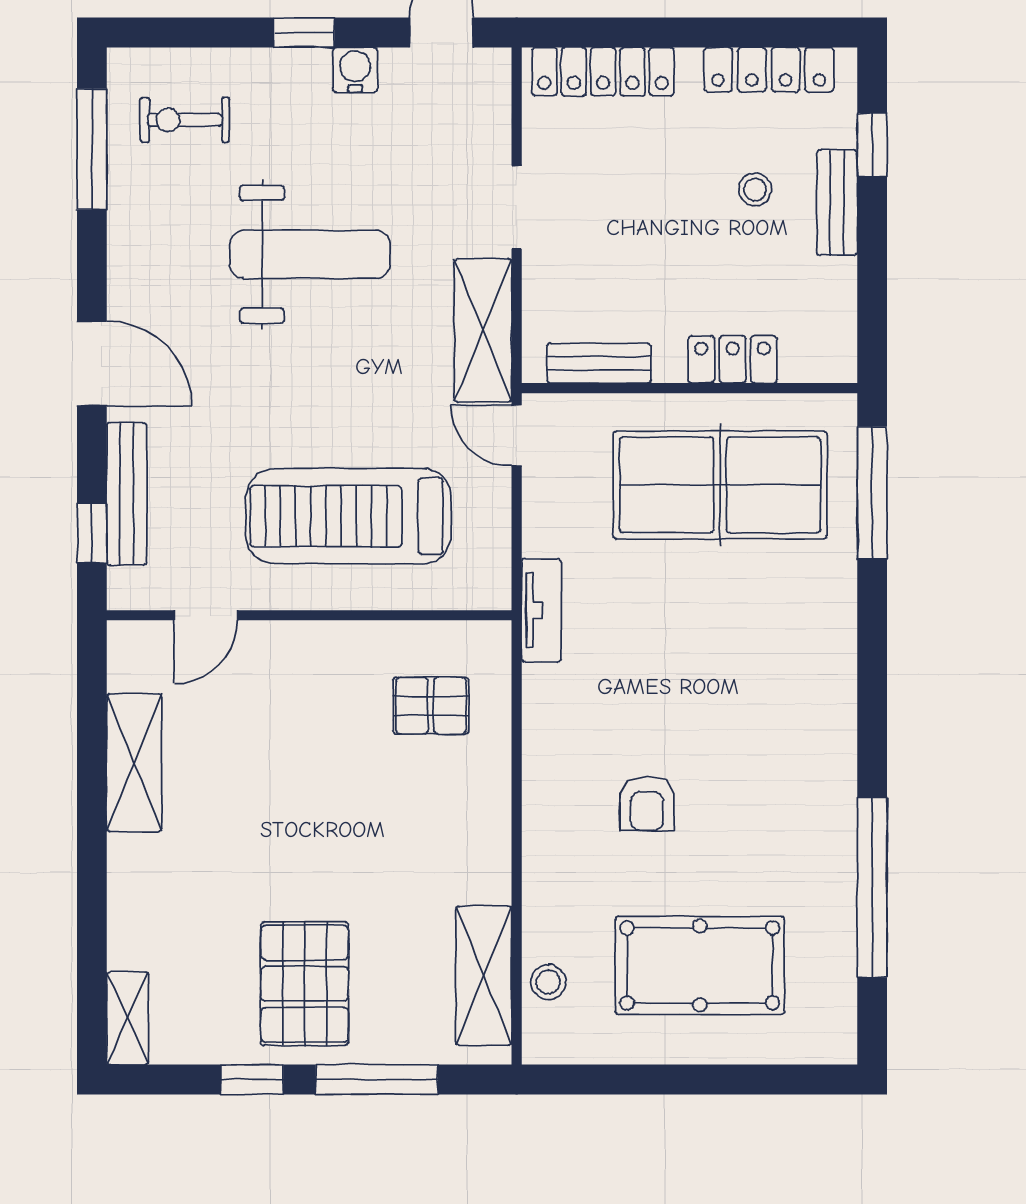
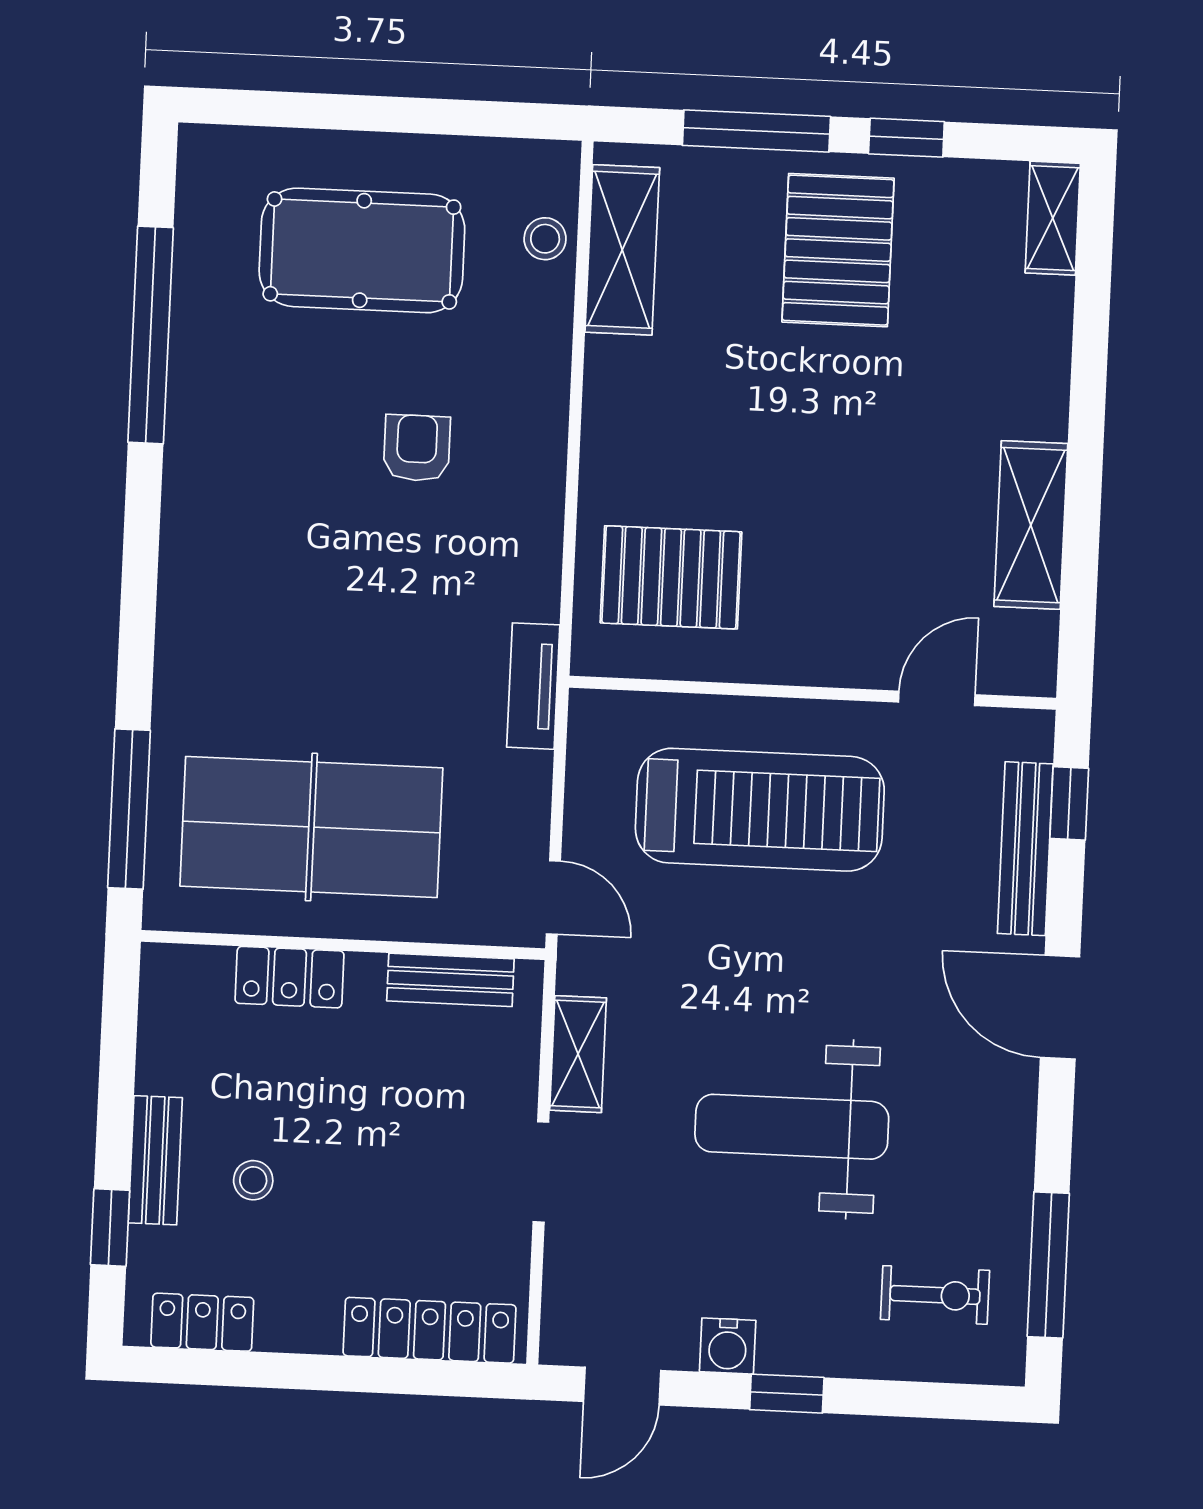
locker: (769, 70) -> (202, 1322), width x0.66
shelving: (483, 330) -> (578, 1054), width x0.67, depth x0.75
pallet: (431, 706) -> (671, 577), width x1.50, depth x1.42

